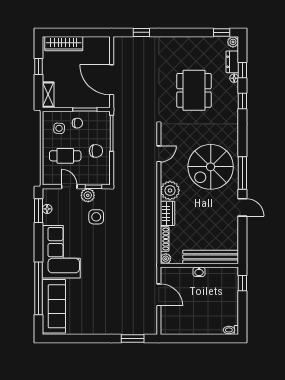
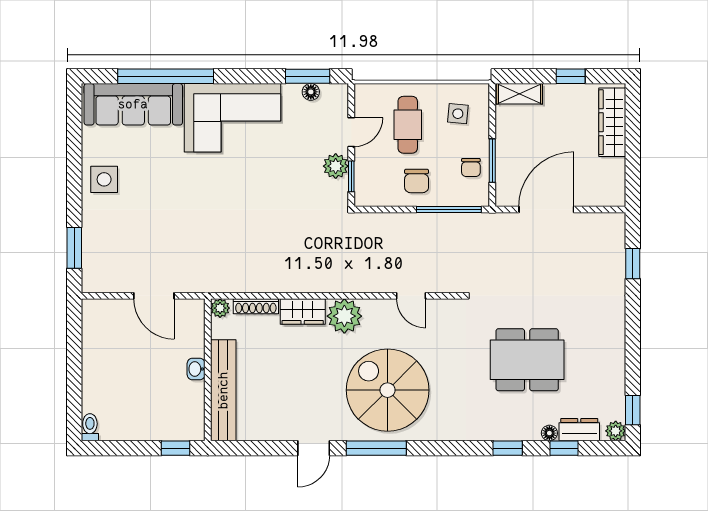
chair: (77, 123) -> (471, 167), moved
side table: (96, 217) -> (104, 179), moved
door: (159, 295) -> (154, 296), hinge flipped

